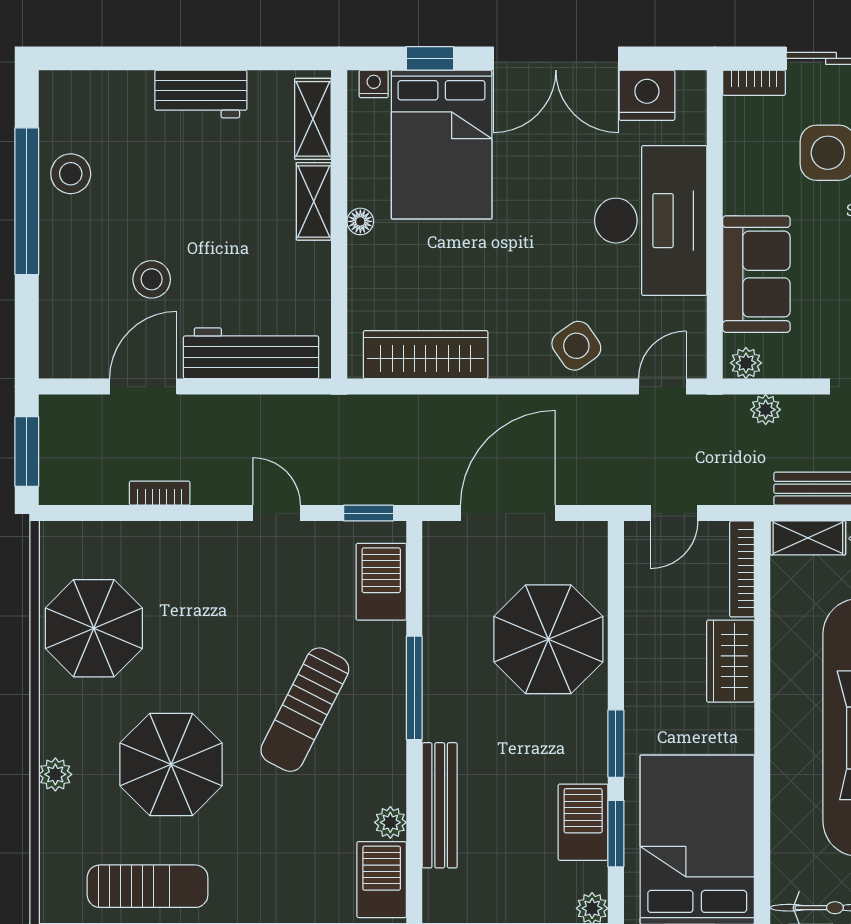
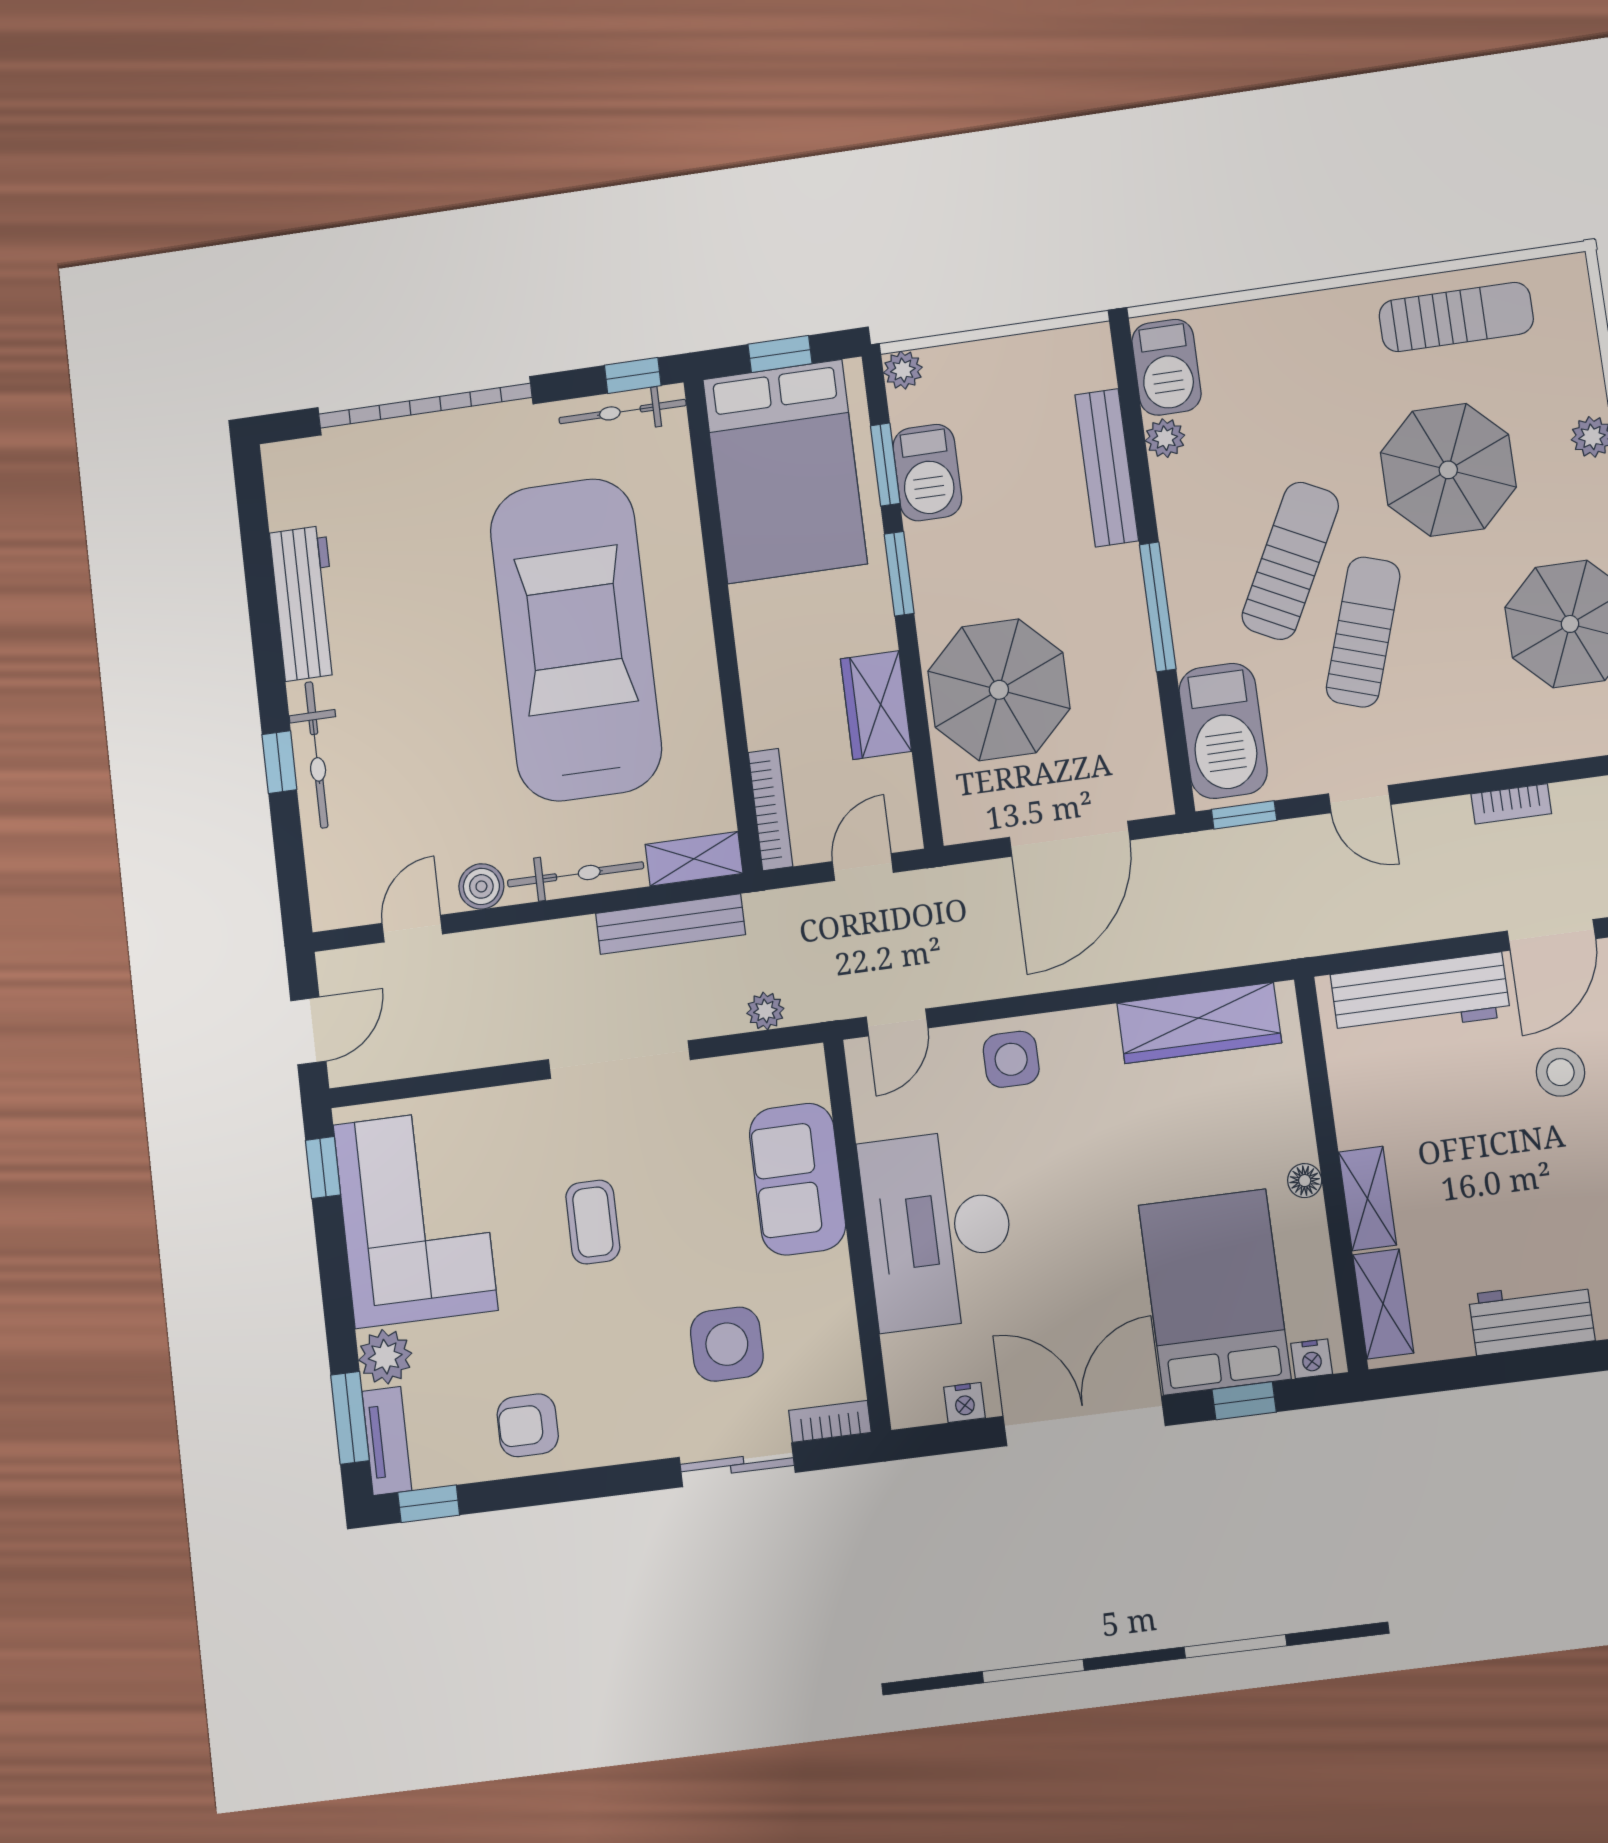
nightstand: (647, 95) -> (965, 1402), width x0.53, depth x0.56
side table: (576, 346) -> (1011, 1059), turned 35
plant: (746, 363) -> (797, 1066), removed
barbecue: (381, 582) -> (1223, 731), width x1.37, depth x1.21
sun lounger: (256, 645) -> (1363, 632), added
wardrobe: (730, 661) -> (876, 705), moved, turned 180
sun lounger: (148, 886) -> (1456, 317), turned 180

